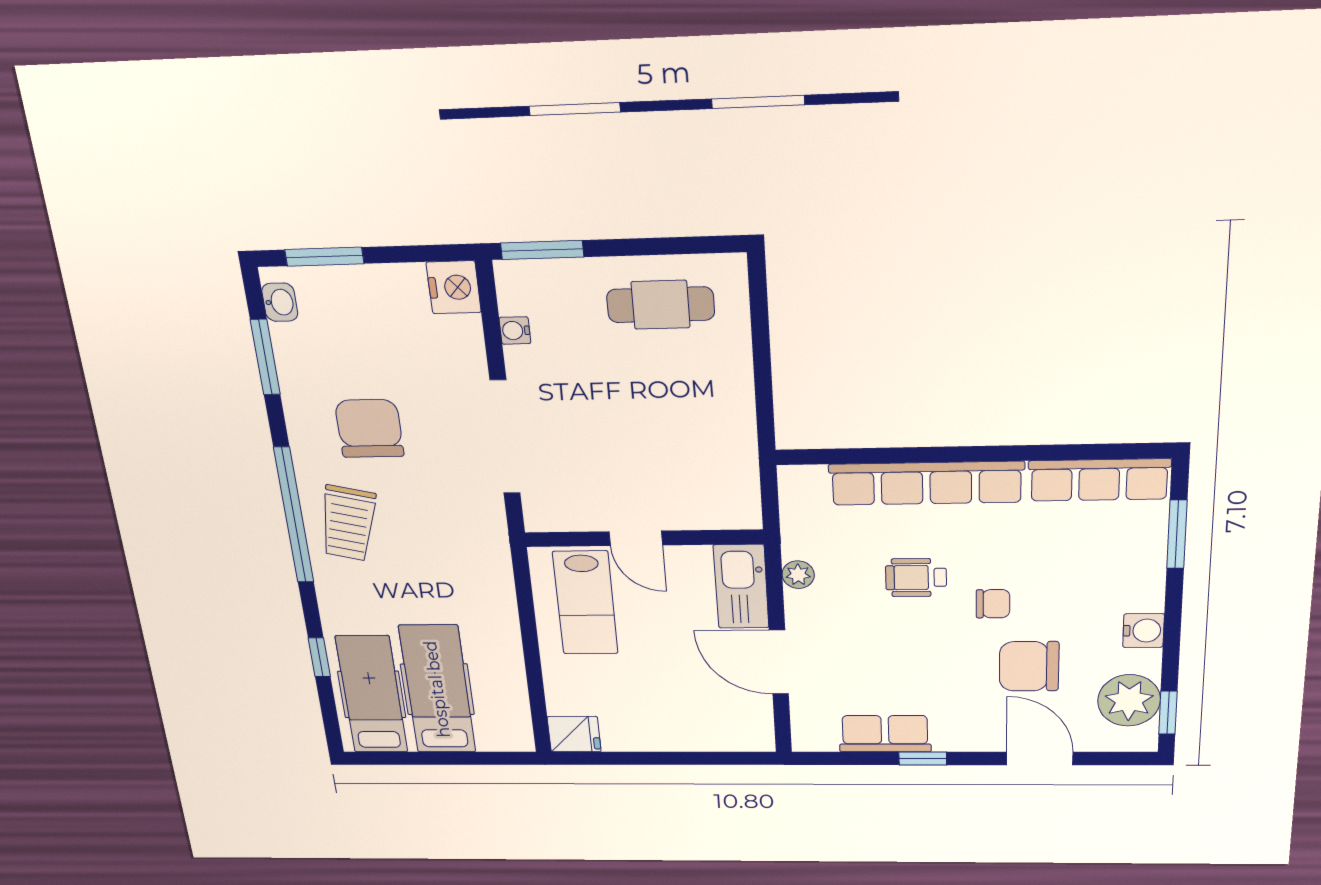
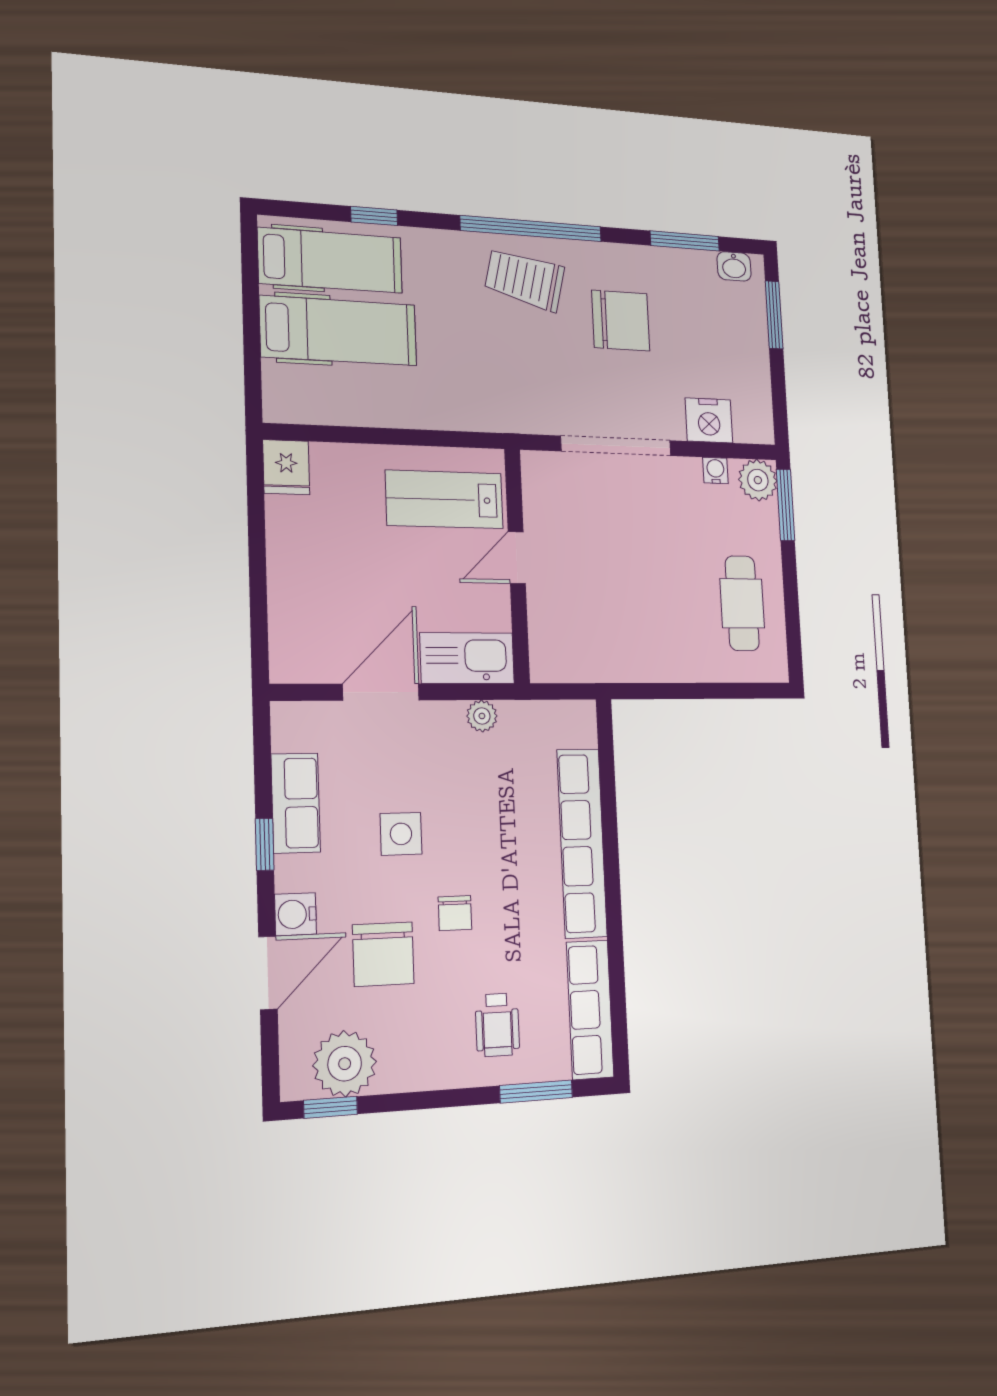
plant: (518, 282) -> (758, 480), added
nightstand: (454, 287) -> (709, 420), moved
wheelchair: (916, 578) -> (497, 1025), moved, turned 180
water cooler: (1143, 631) -> (296, 914), moved, turned 90
side table: (915, 649) -> (401, 834), added
chair: (1029, 666) -> (383, 954), turned 180

